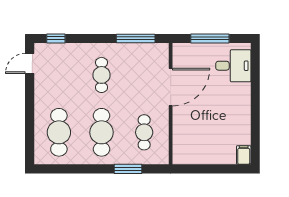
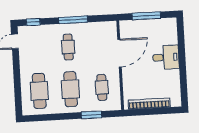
window: (136, 38) -> (73, 20), moved
desk: (233, 66) -> (166, 57), moved
filing cabinet: (244, 155) -> (176, 100), removed
bookcase: (207, 158) -> (149, 104), added

